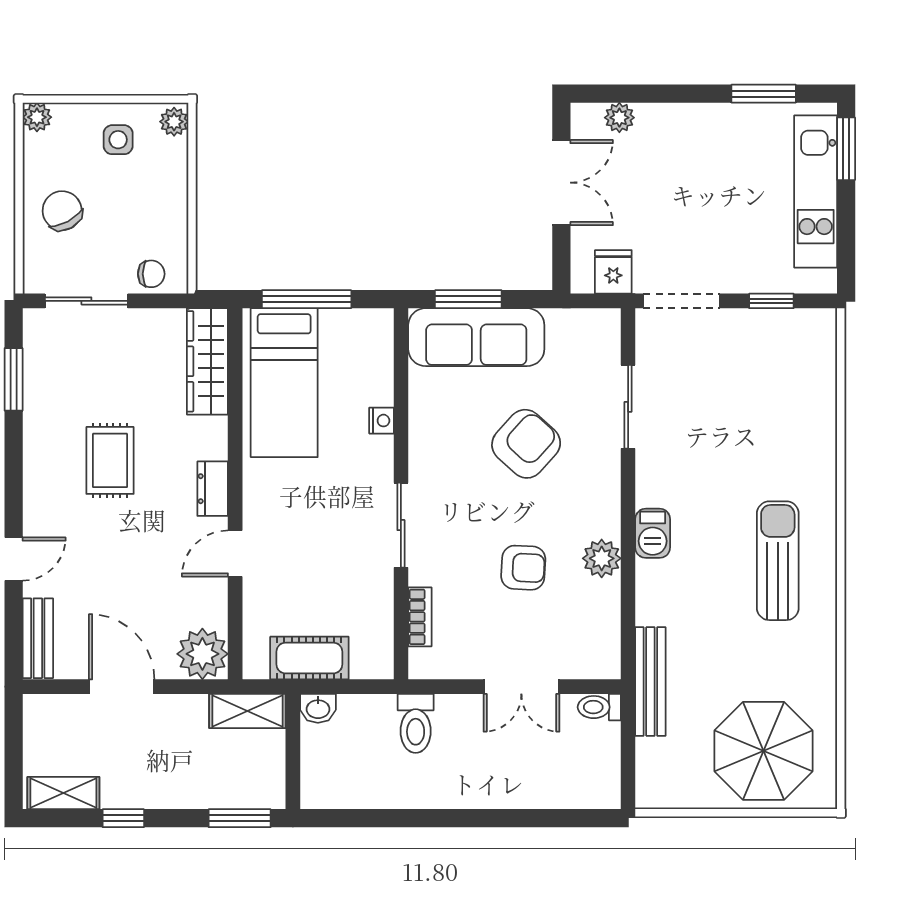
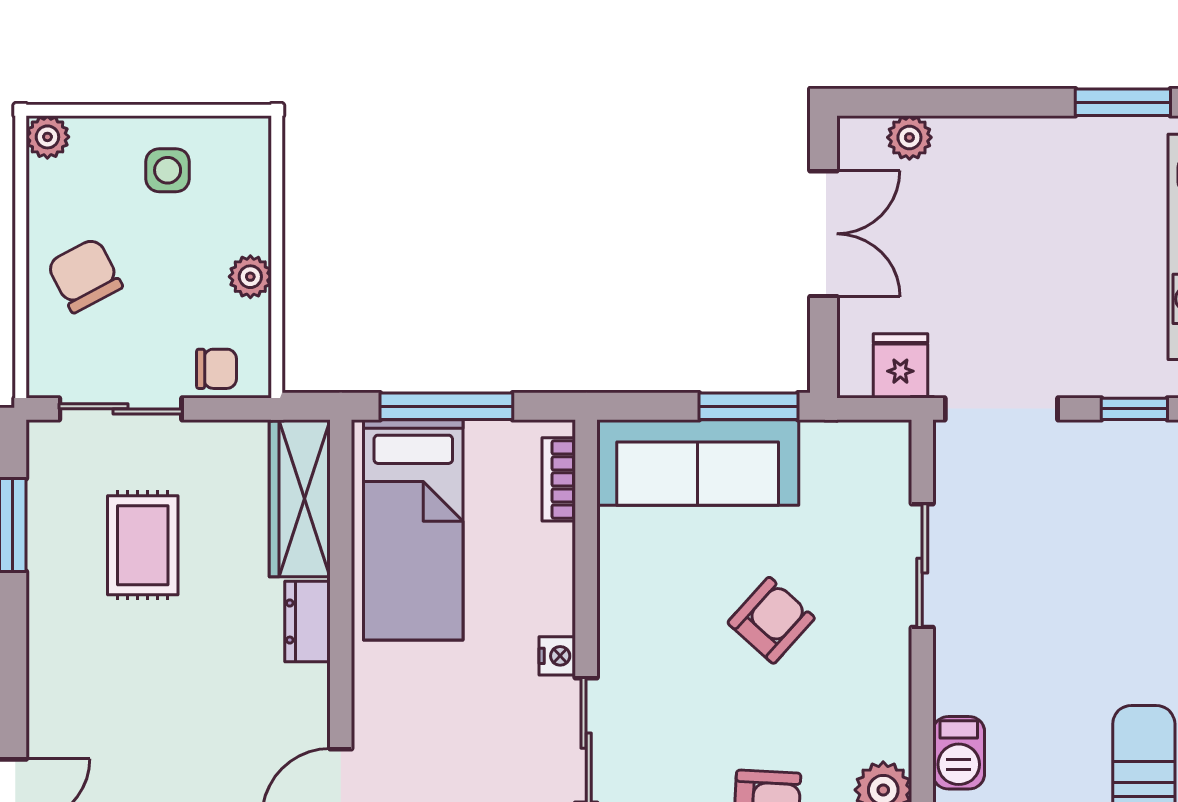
plant: (174, 122) -> (250, 277), moved
window: (468, 299) -> (748, 406), moved
bookcase: (382, 349) -> (559, 479), added
nightstand: (381, 421) -> (557, 656), moved
armchair: (526, 444) -> (771, 620), width x0.72, depth x0.72
rug: (110, 460) -> (143, 545), moved
dresser: (213, 489) -> (307, 622), moved

